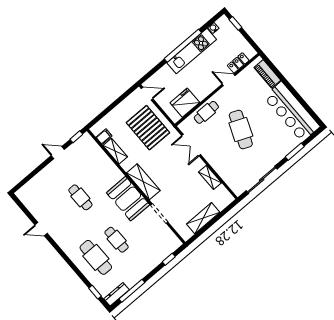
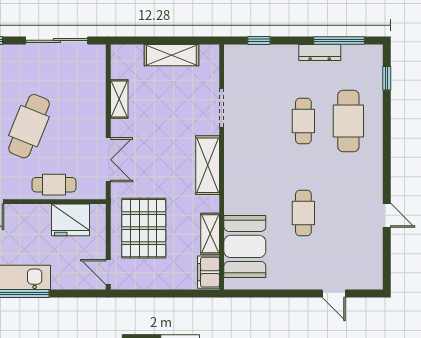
window: (76, 137) -> (243, 294), removed
filing cabinet: (104, 137) -> (209, 272), width x2.00
door: (58, 153) -> (334, 294), moved
booth: (128, 199) -> (245, 246), moved
dresser: (117, 294) -> (320, 52), moved

